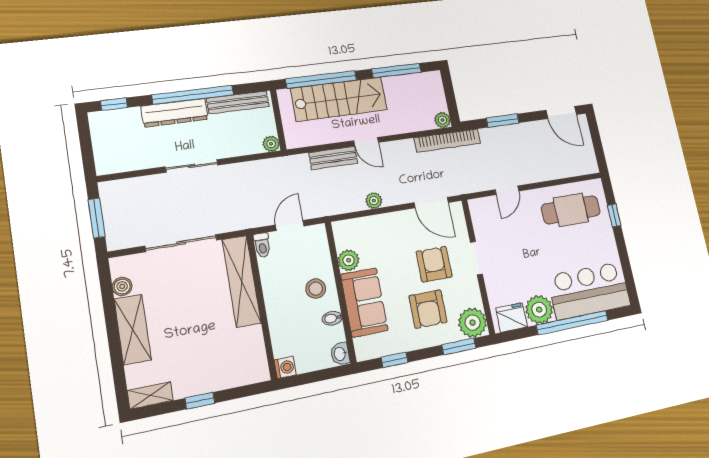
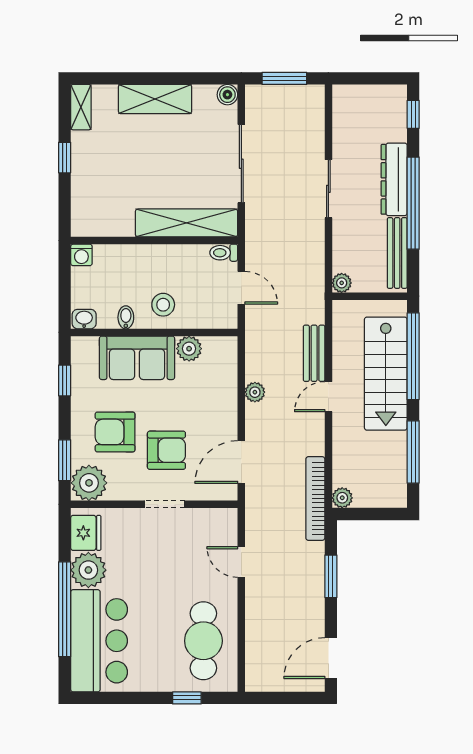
boiler: (122, 286) -> (227, 95), moved

